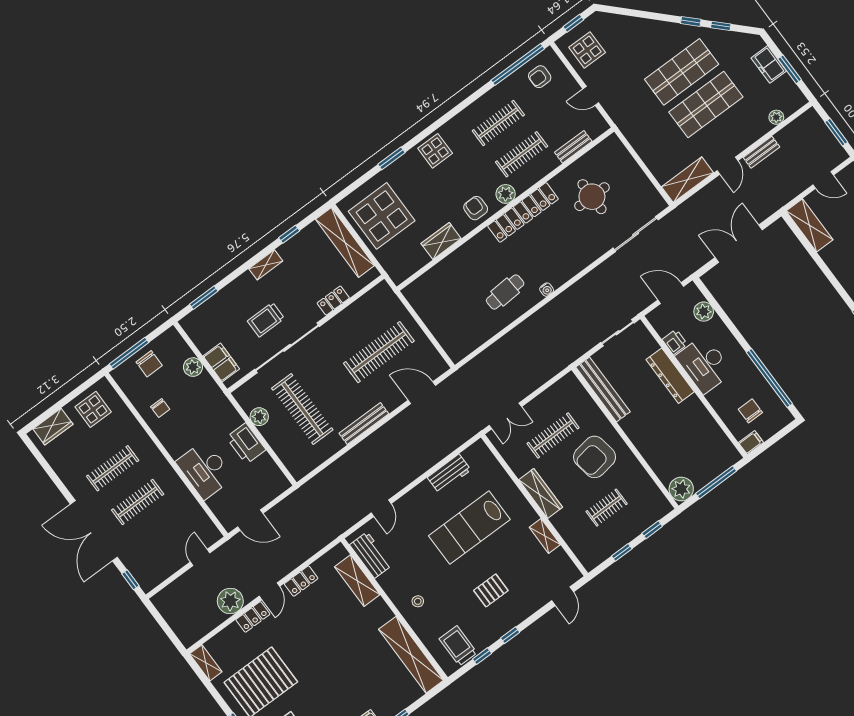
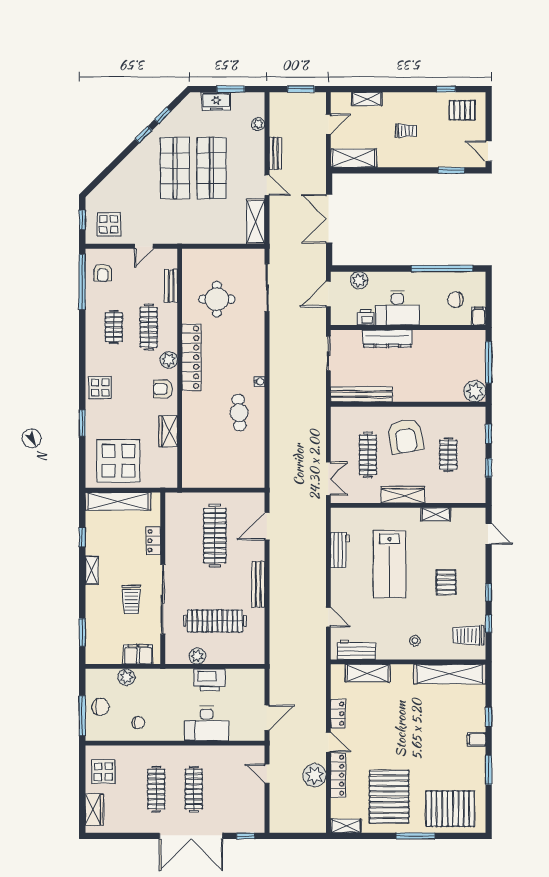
clothes rail: (498, 123) -> (114, 327), width x0.73
locker: (253, 617) -> (338, 775), width x1.53

